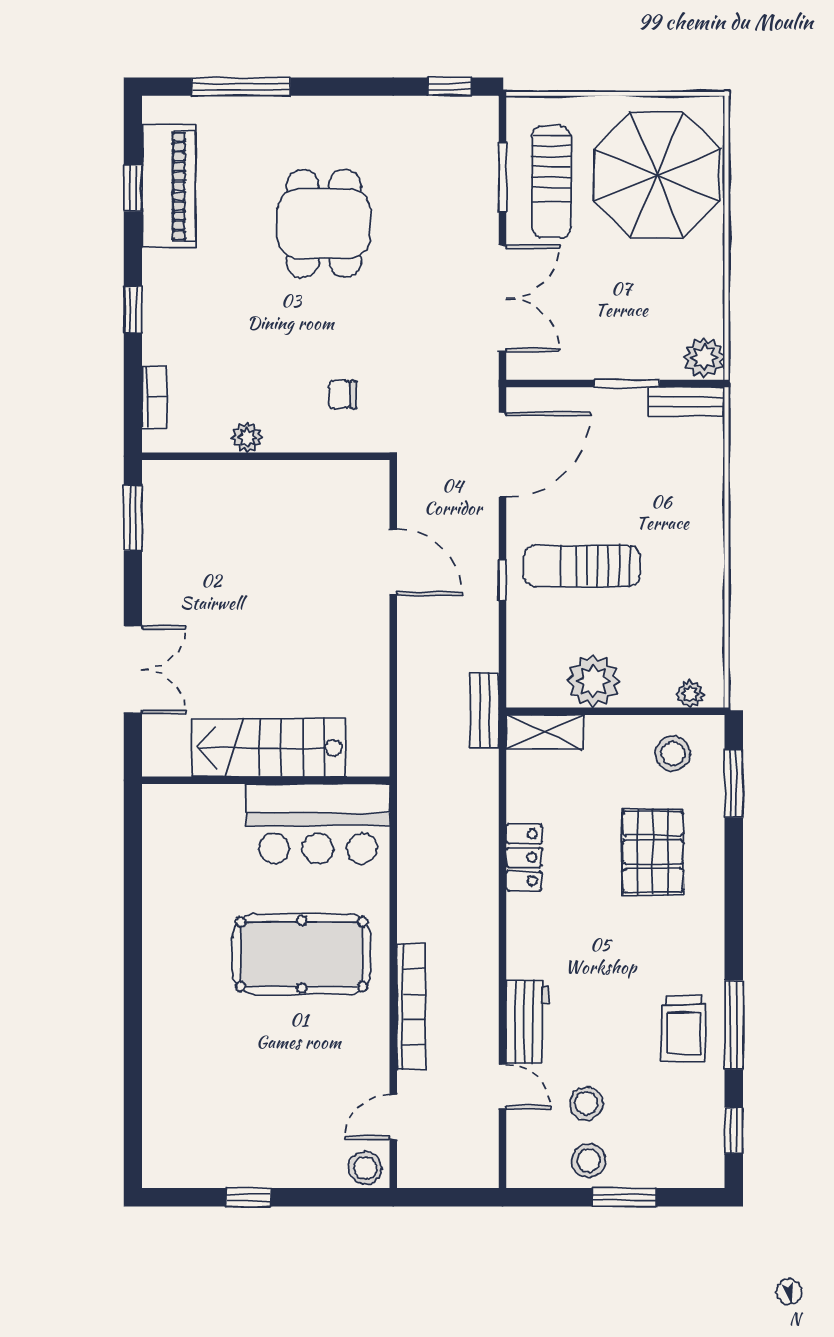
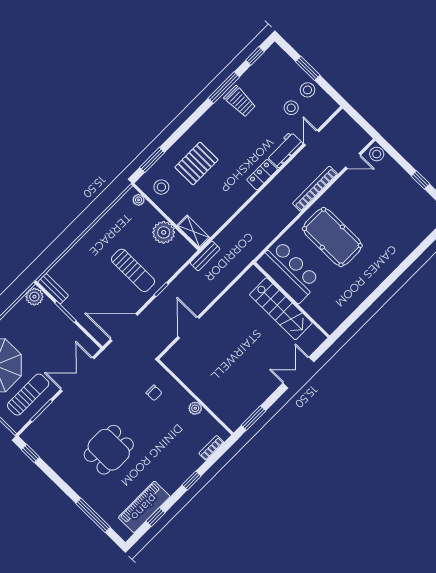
locker: (524, 857) -> (262, 175), moved
trolley: (684, 1029) -> (240, 101), turned 90

